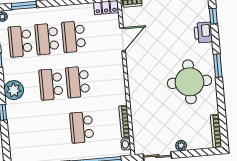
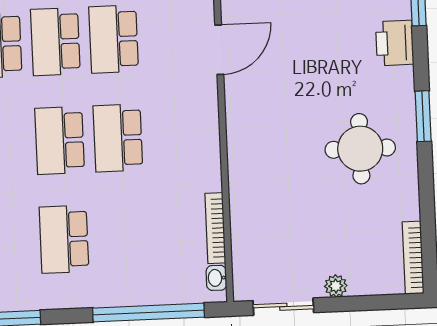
round table: (189, 82) -> (360, 149), width x0.73, depth x0.73
school desk: (82, 127) -> (64, 239), moved

